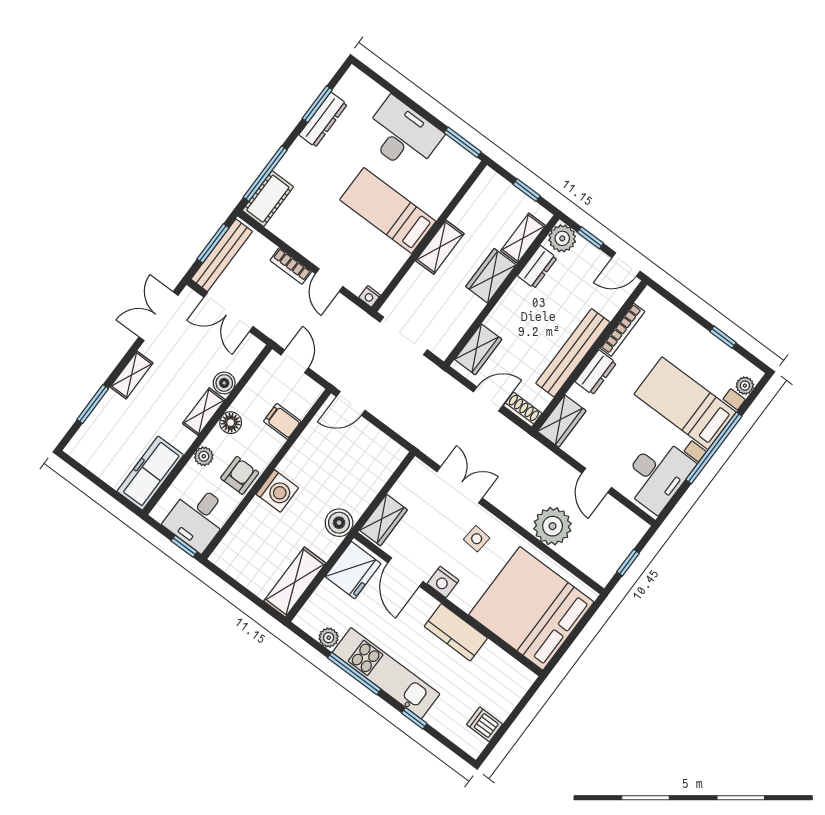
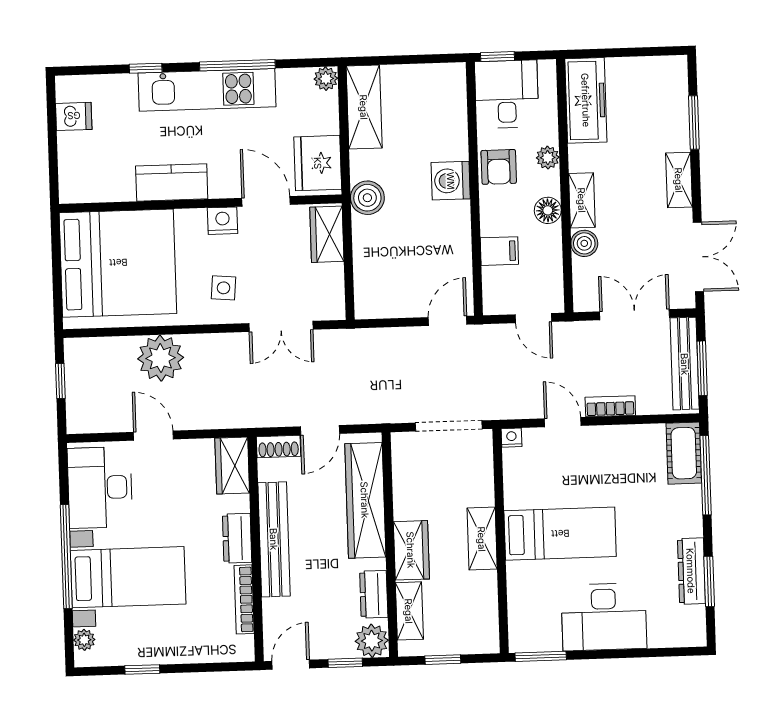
wardrobe: (478, 349) -> (365, 500), width x2.10, depth x1.17
plant: (329, 638) -> (326, 79), moved

